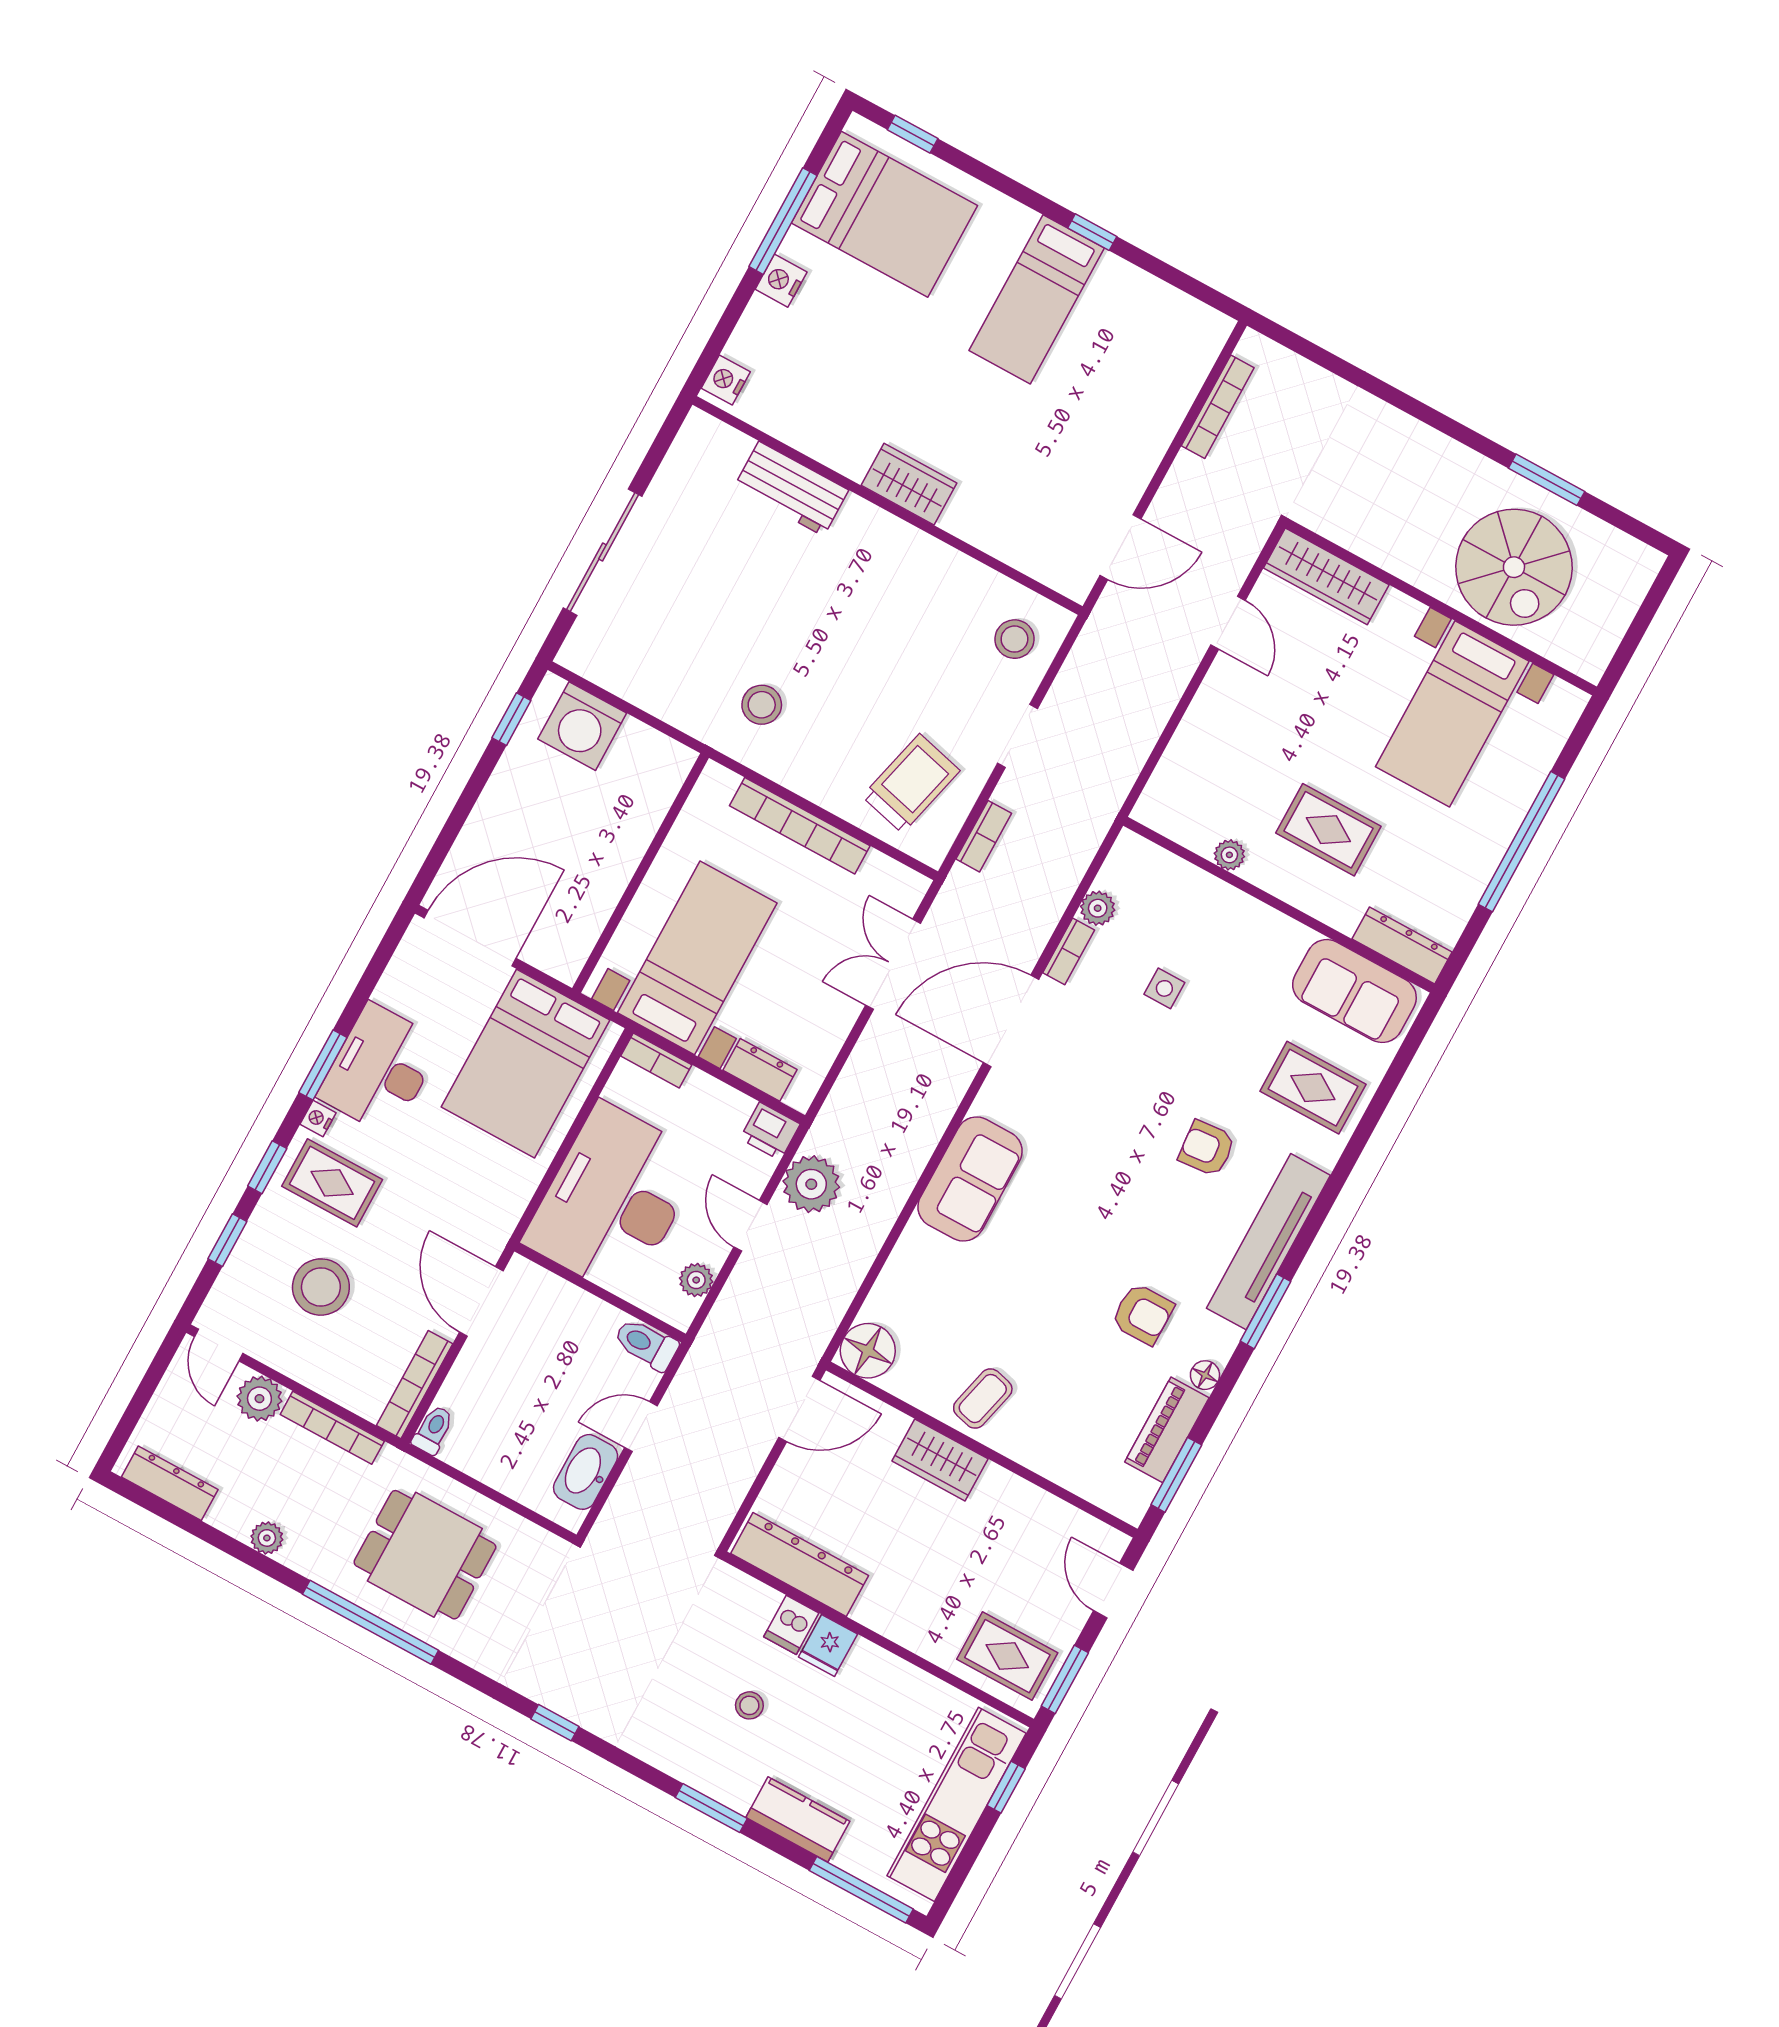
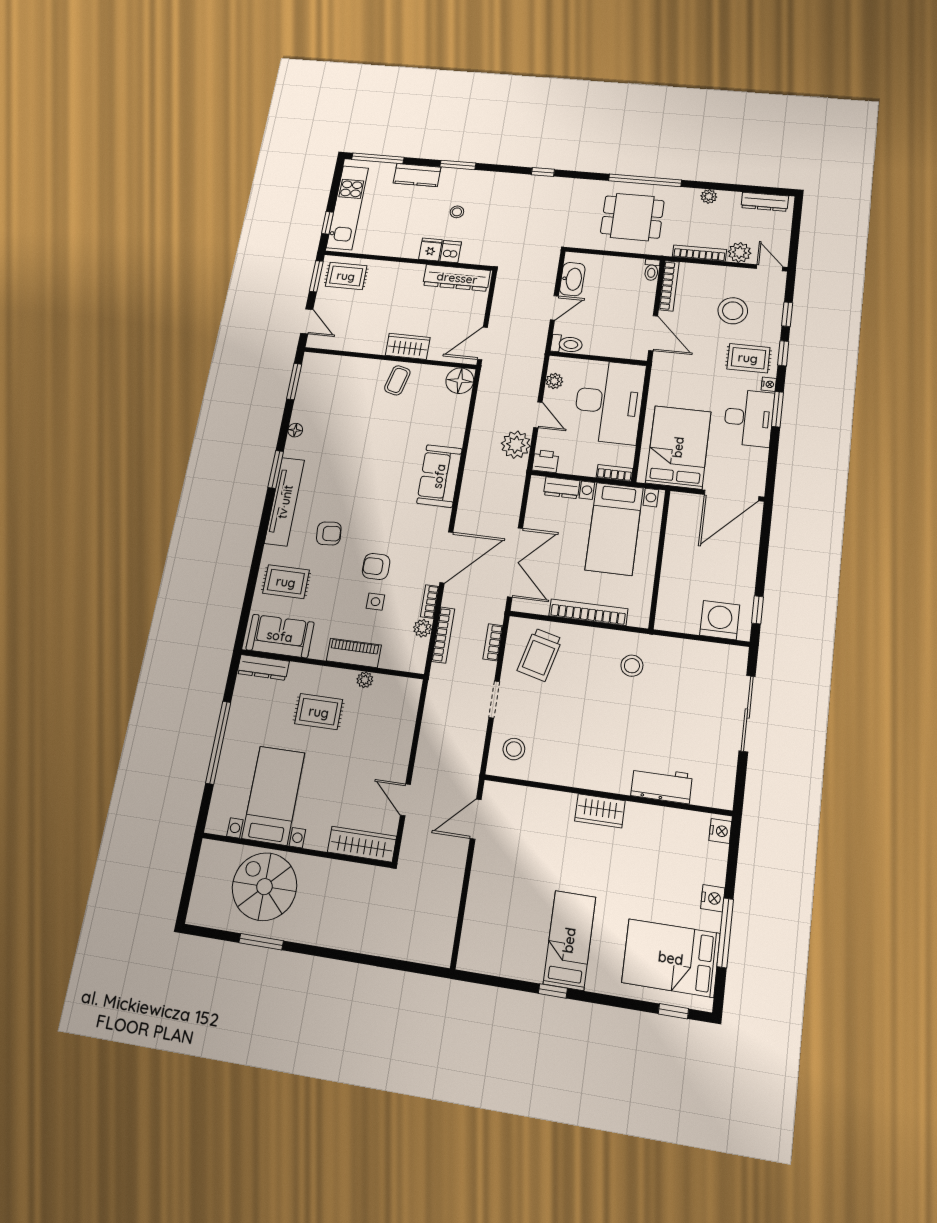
bookcase: (1218, 407) -> (443, 635), moved, turned 180
double door: (893, 964) -> (515, 562), width x1.37
armchair: (1143, 1314) -> (376, 566), moved
piano: (1167, 1430) -> (354, 653), moved, turned -90

